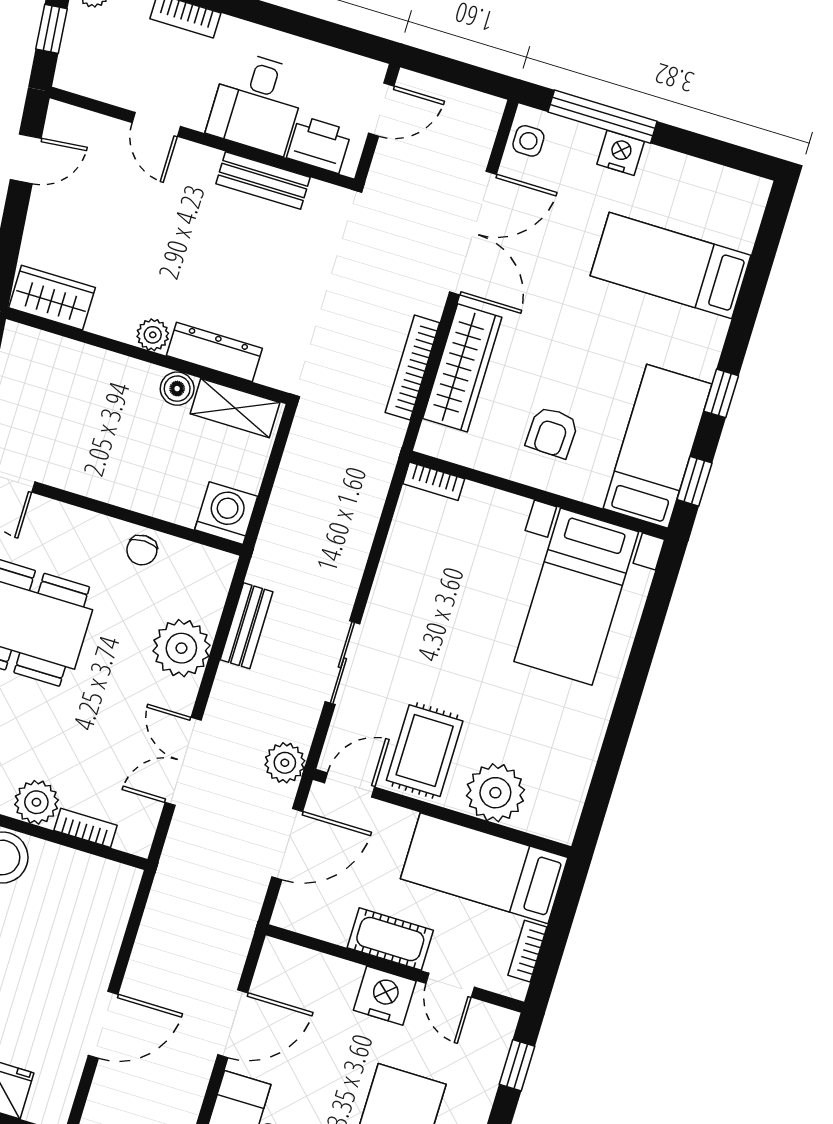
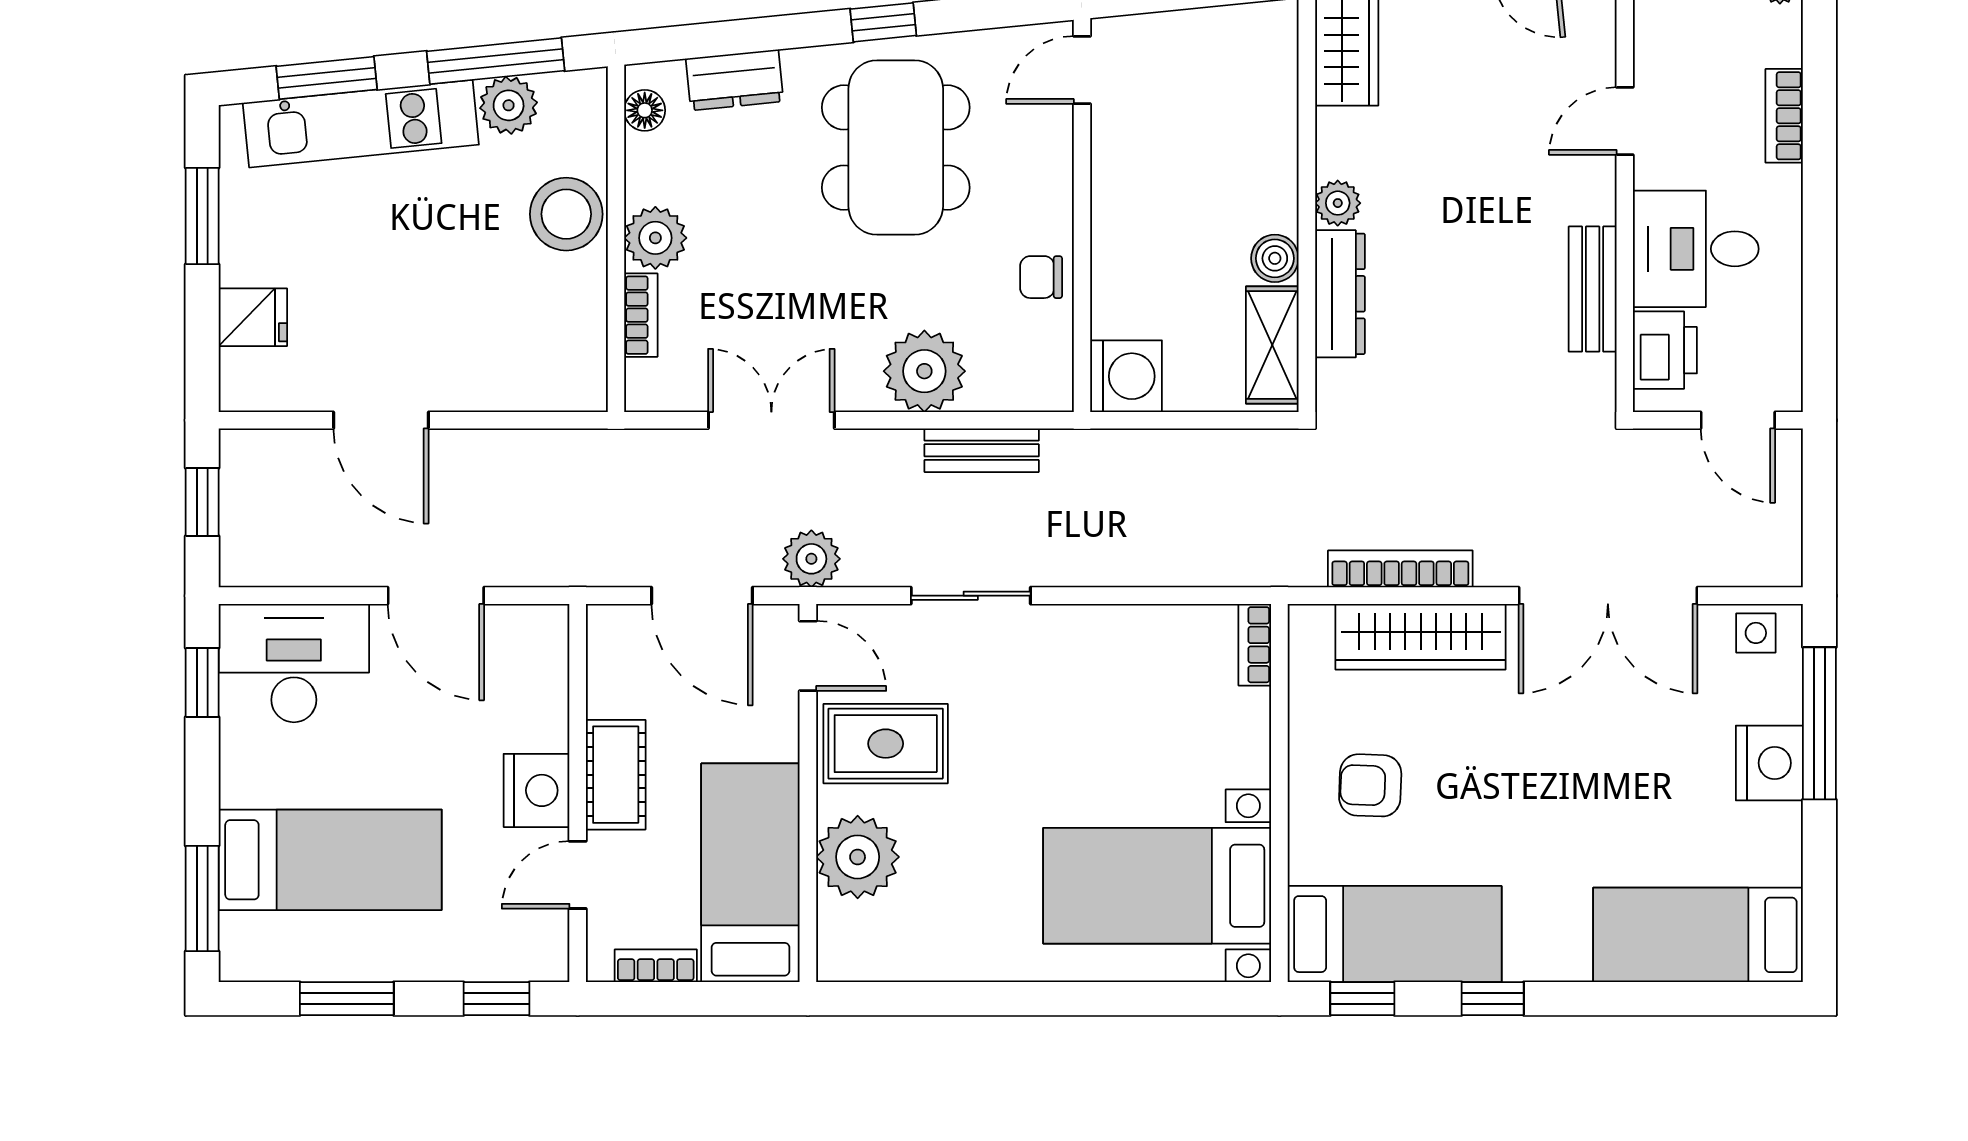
nightstand: (621, 153) -> (1769, 763), width x1.36, depth x1.33
bed: (670, 266) -> (1698, 935), moved, turned -90

